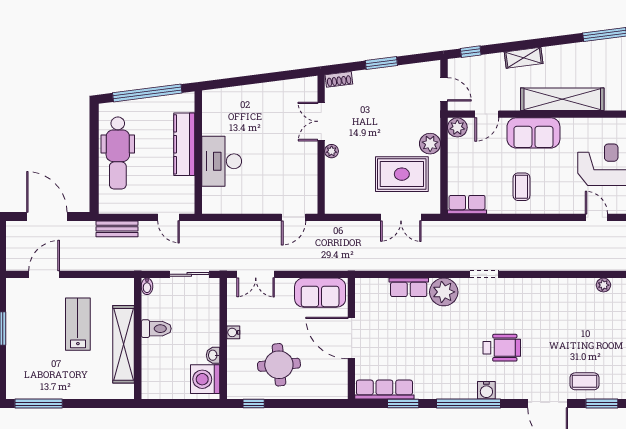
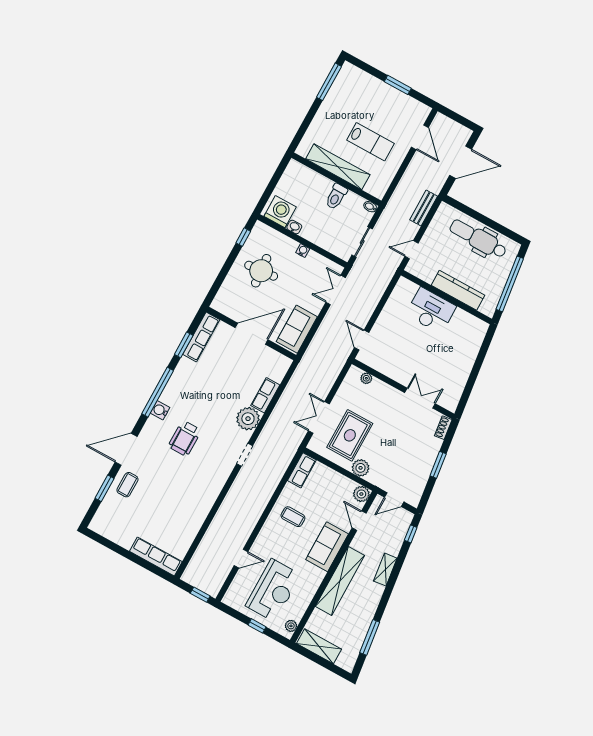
plant: (332, 151) -> (366, 378), moved
plant: (603, 285) -> (189, 537), removed

